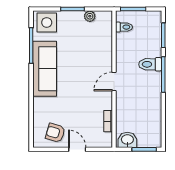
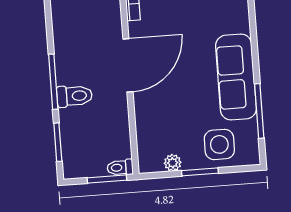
side table: (47, 22) -> (219, 144), moved
toilet: (124, 27) -> (120, 167), moved
door: (114, 81) -> (128, 65), width x1.88

